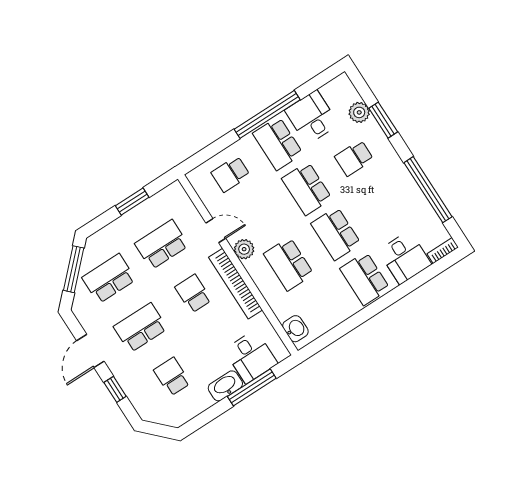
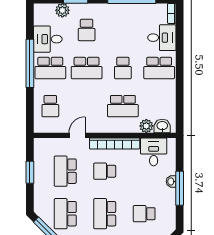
school desk: (336, 234) -> (123, 68), width x0.54
plant: (244, 249) -> (146, 126), moved
desk: (251, 357) -> (154, 152), moved, turned -90
washbasin: (225, 386) -> (171, 181), width x0.52, depth x0.69
window: (252, 387) -> (180, 188), moved

